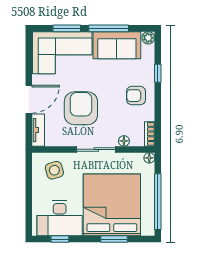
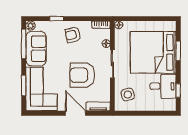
window: (109, 28) -> (24, 44), moved
armchair: (136, 96) -> (73, 35), turned 77
window: (158, 202) -> (151, 19), removed
desk: (60, 218) -> (163, 86), width x0.73

